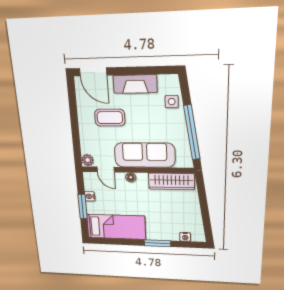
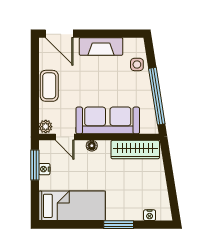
coffee table: (110, 118) -> (49, 86), moved, turned 90
window: (83, 206) -> (35, 165), moved

